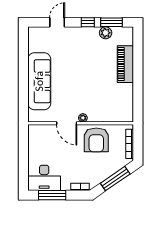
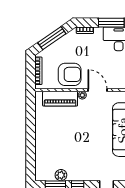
piano: (125, 64) -> (60, 99), moved, turned 90
armchair: (96, 140) -> (70, 74), turned 90

